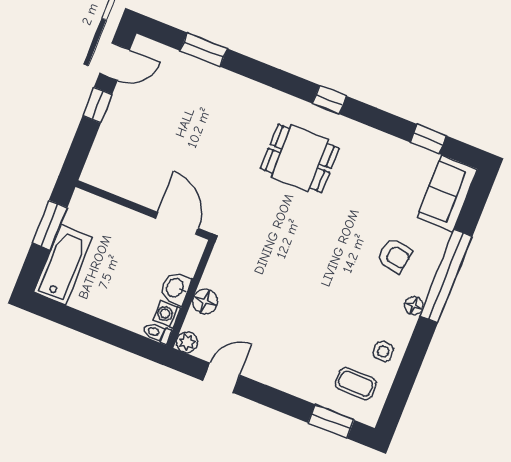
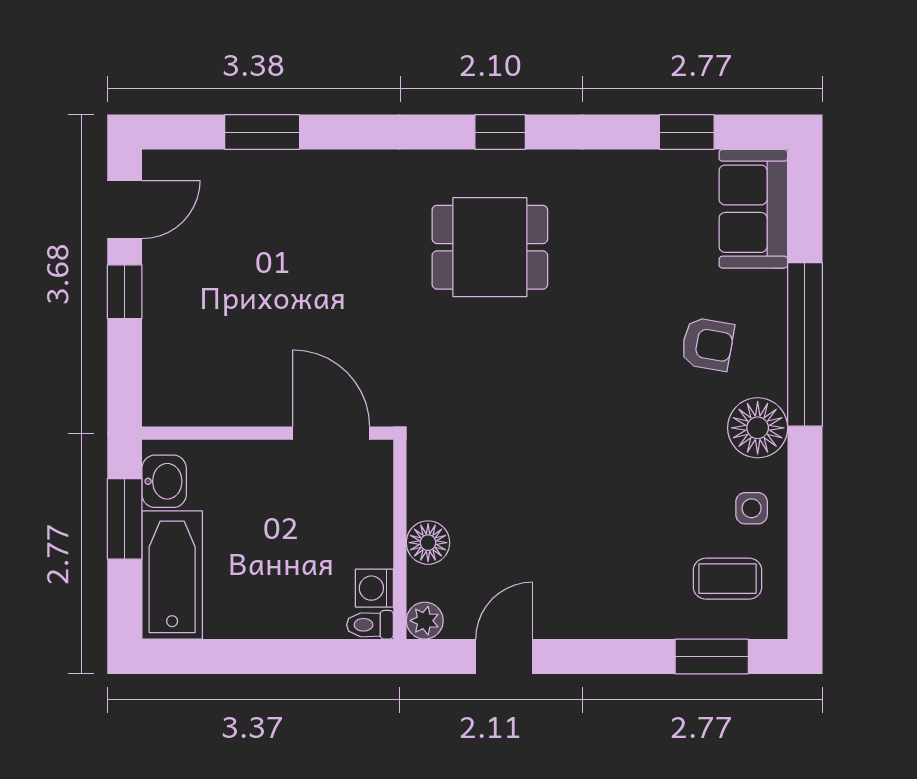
washbasin: (176, 288) -> (164, 481), moved, turned 180
floor lamp: (414, 306) -> (758, 428), width x1.89, depth x1.89

